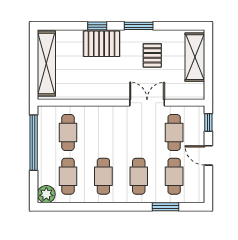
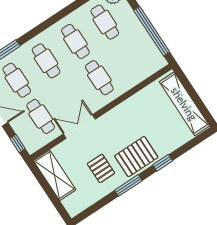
pallet: (102, 44) -> (136, 157), moved
shelving: (195, 57) -> (55, 175), moved
double door: (147, 103) -> (79, 126), swing flipped
cafe table: (68, 132) -> (99, 78), moved

